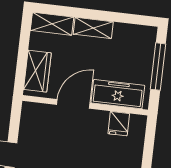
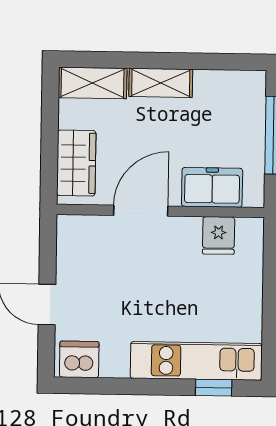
freezer: (118, 94) -> (212, 187), width x0.71

